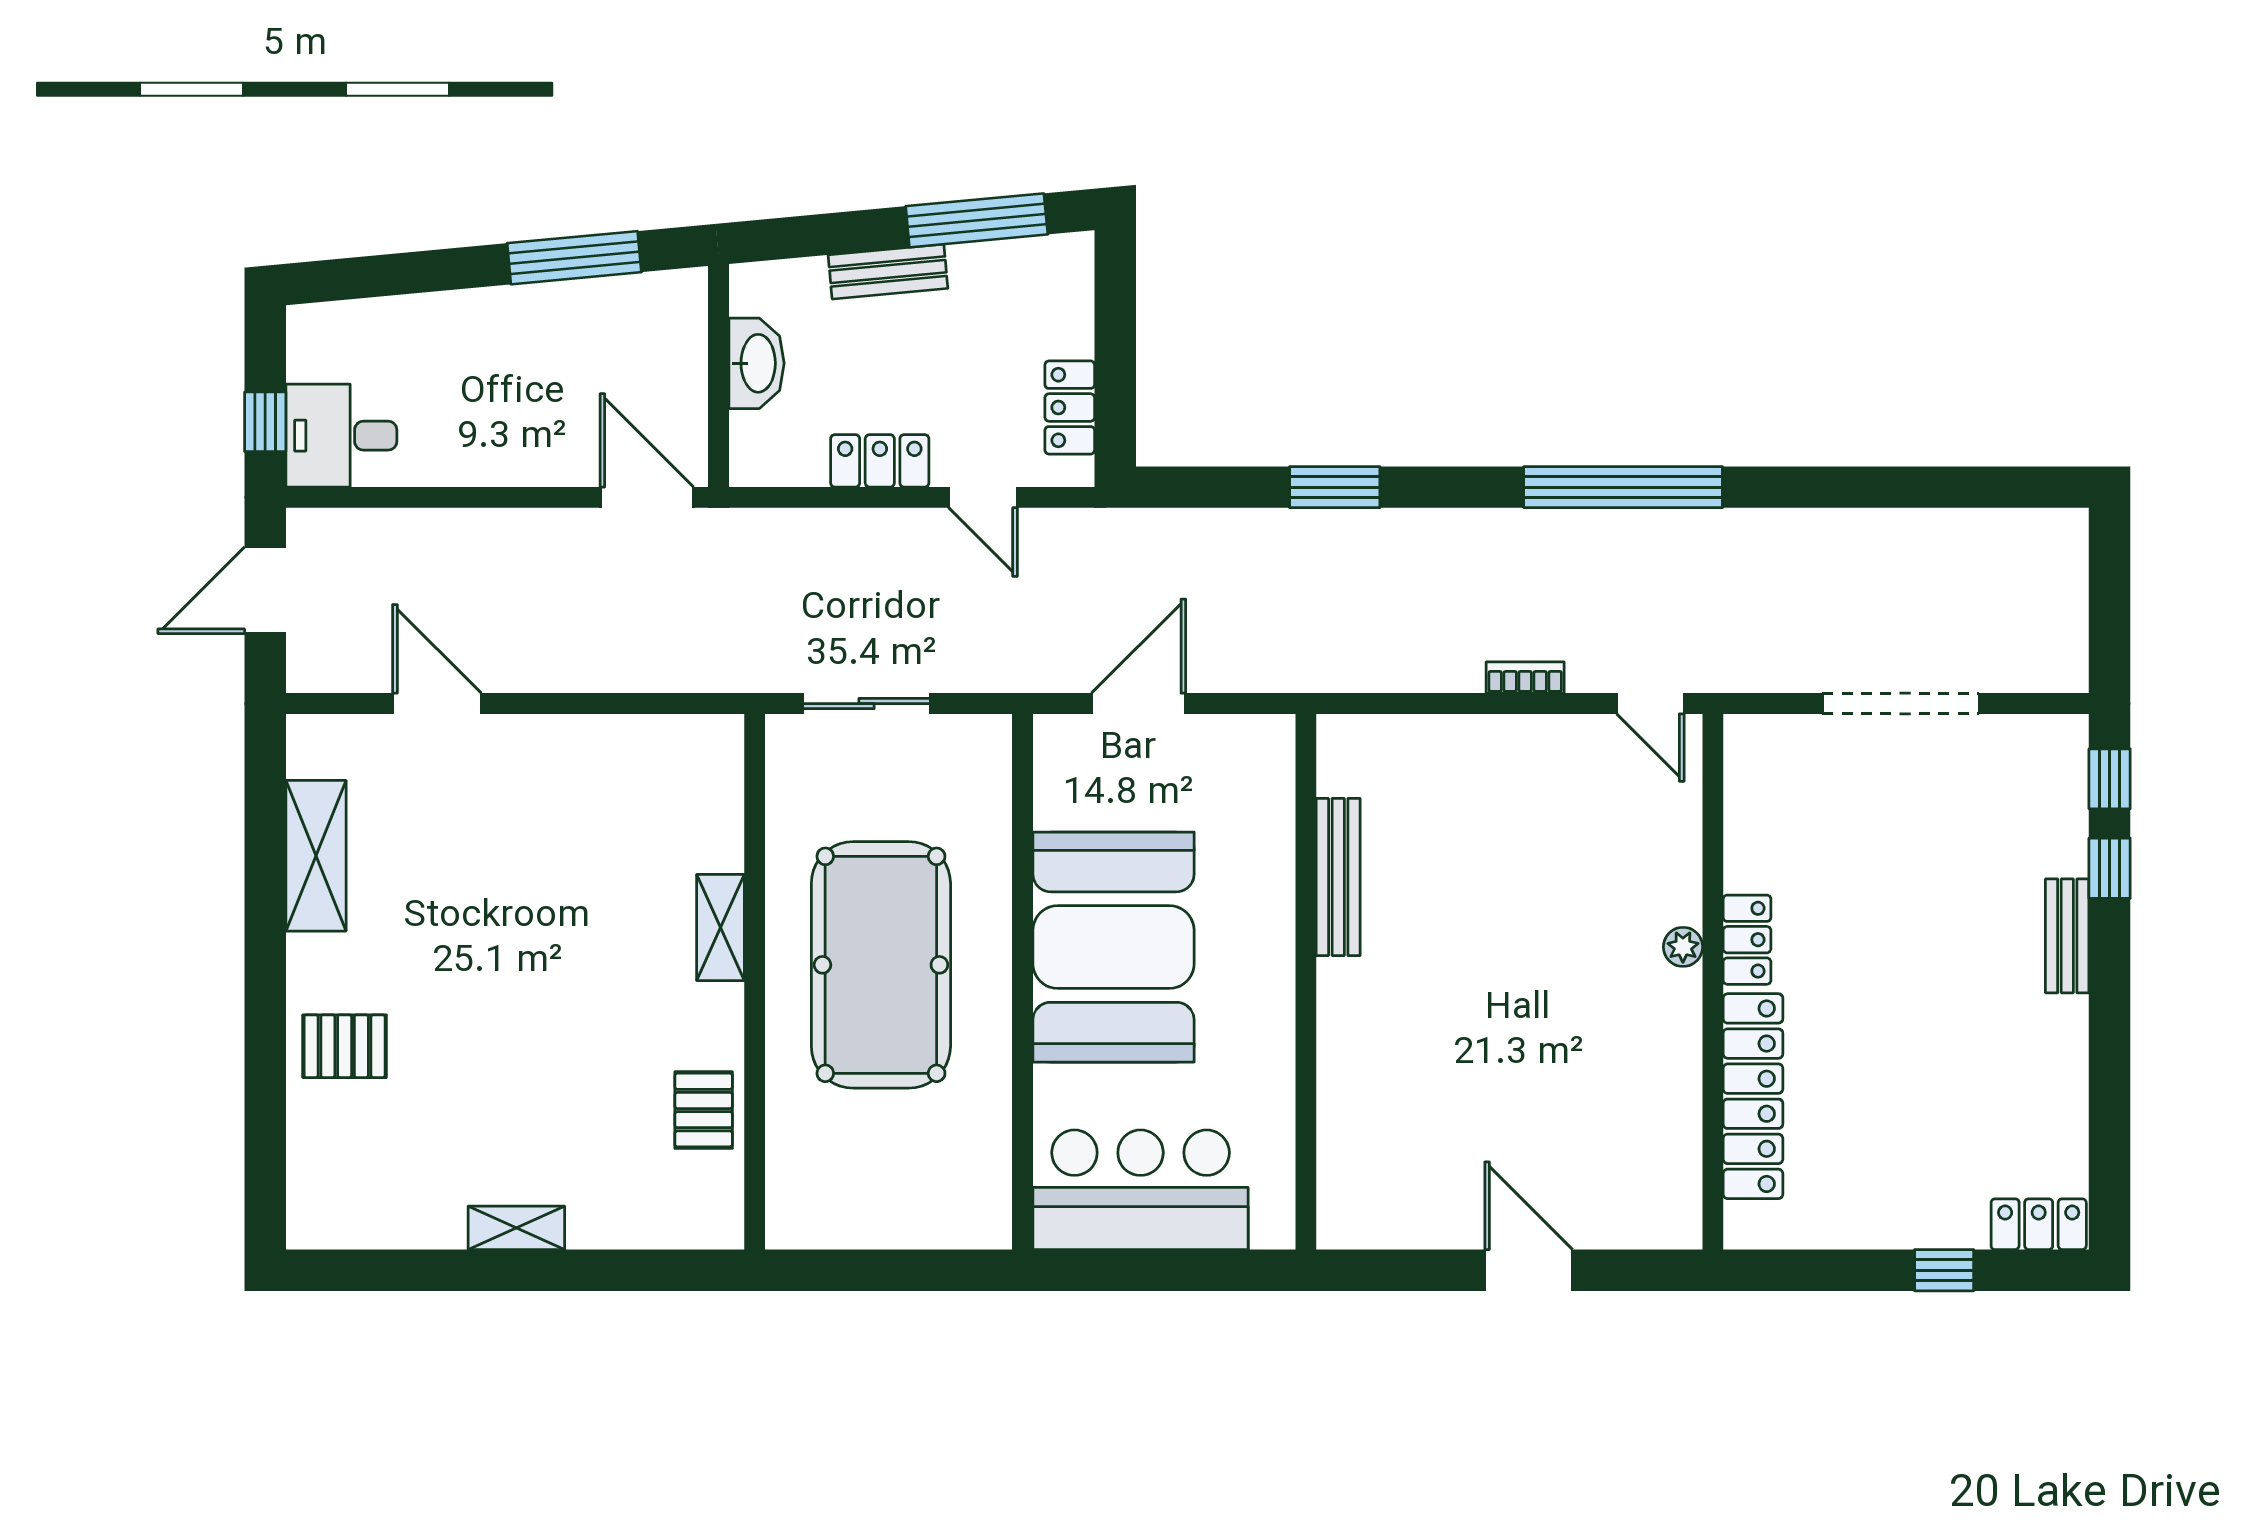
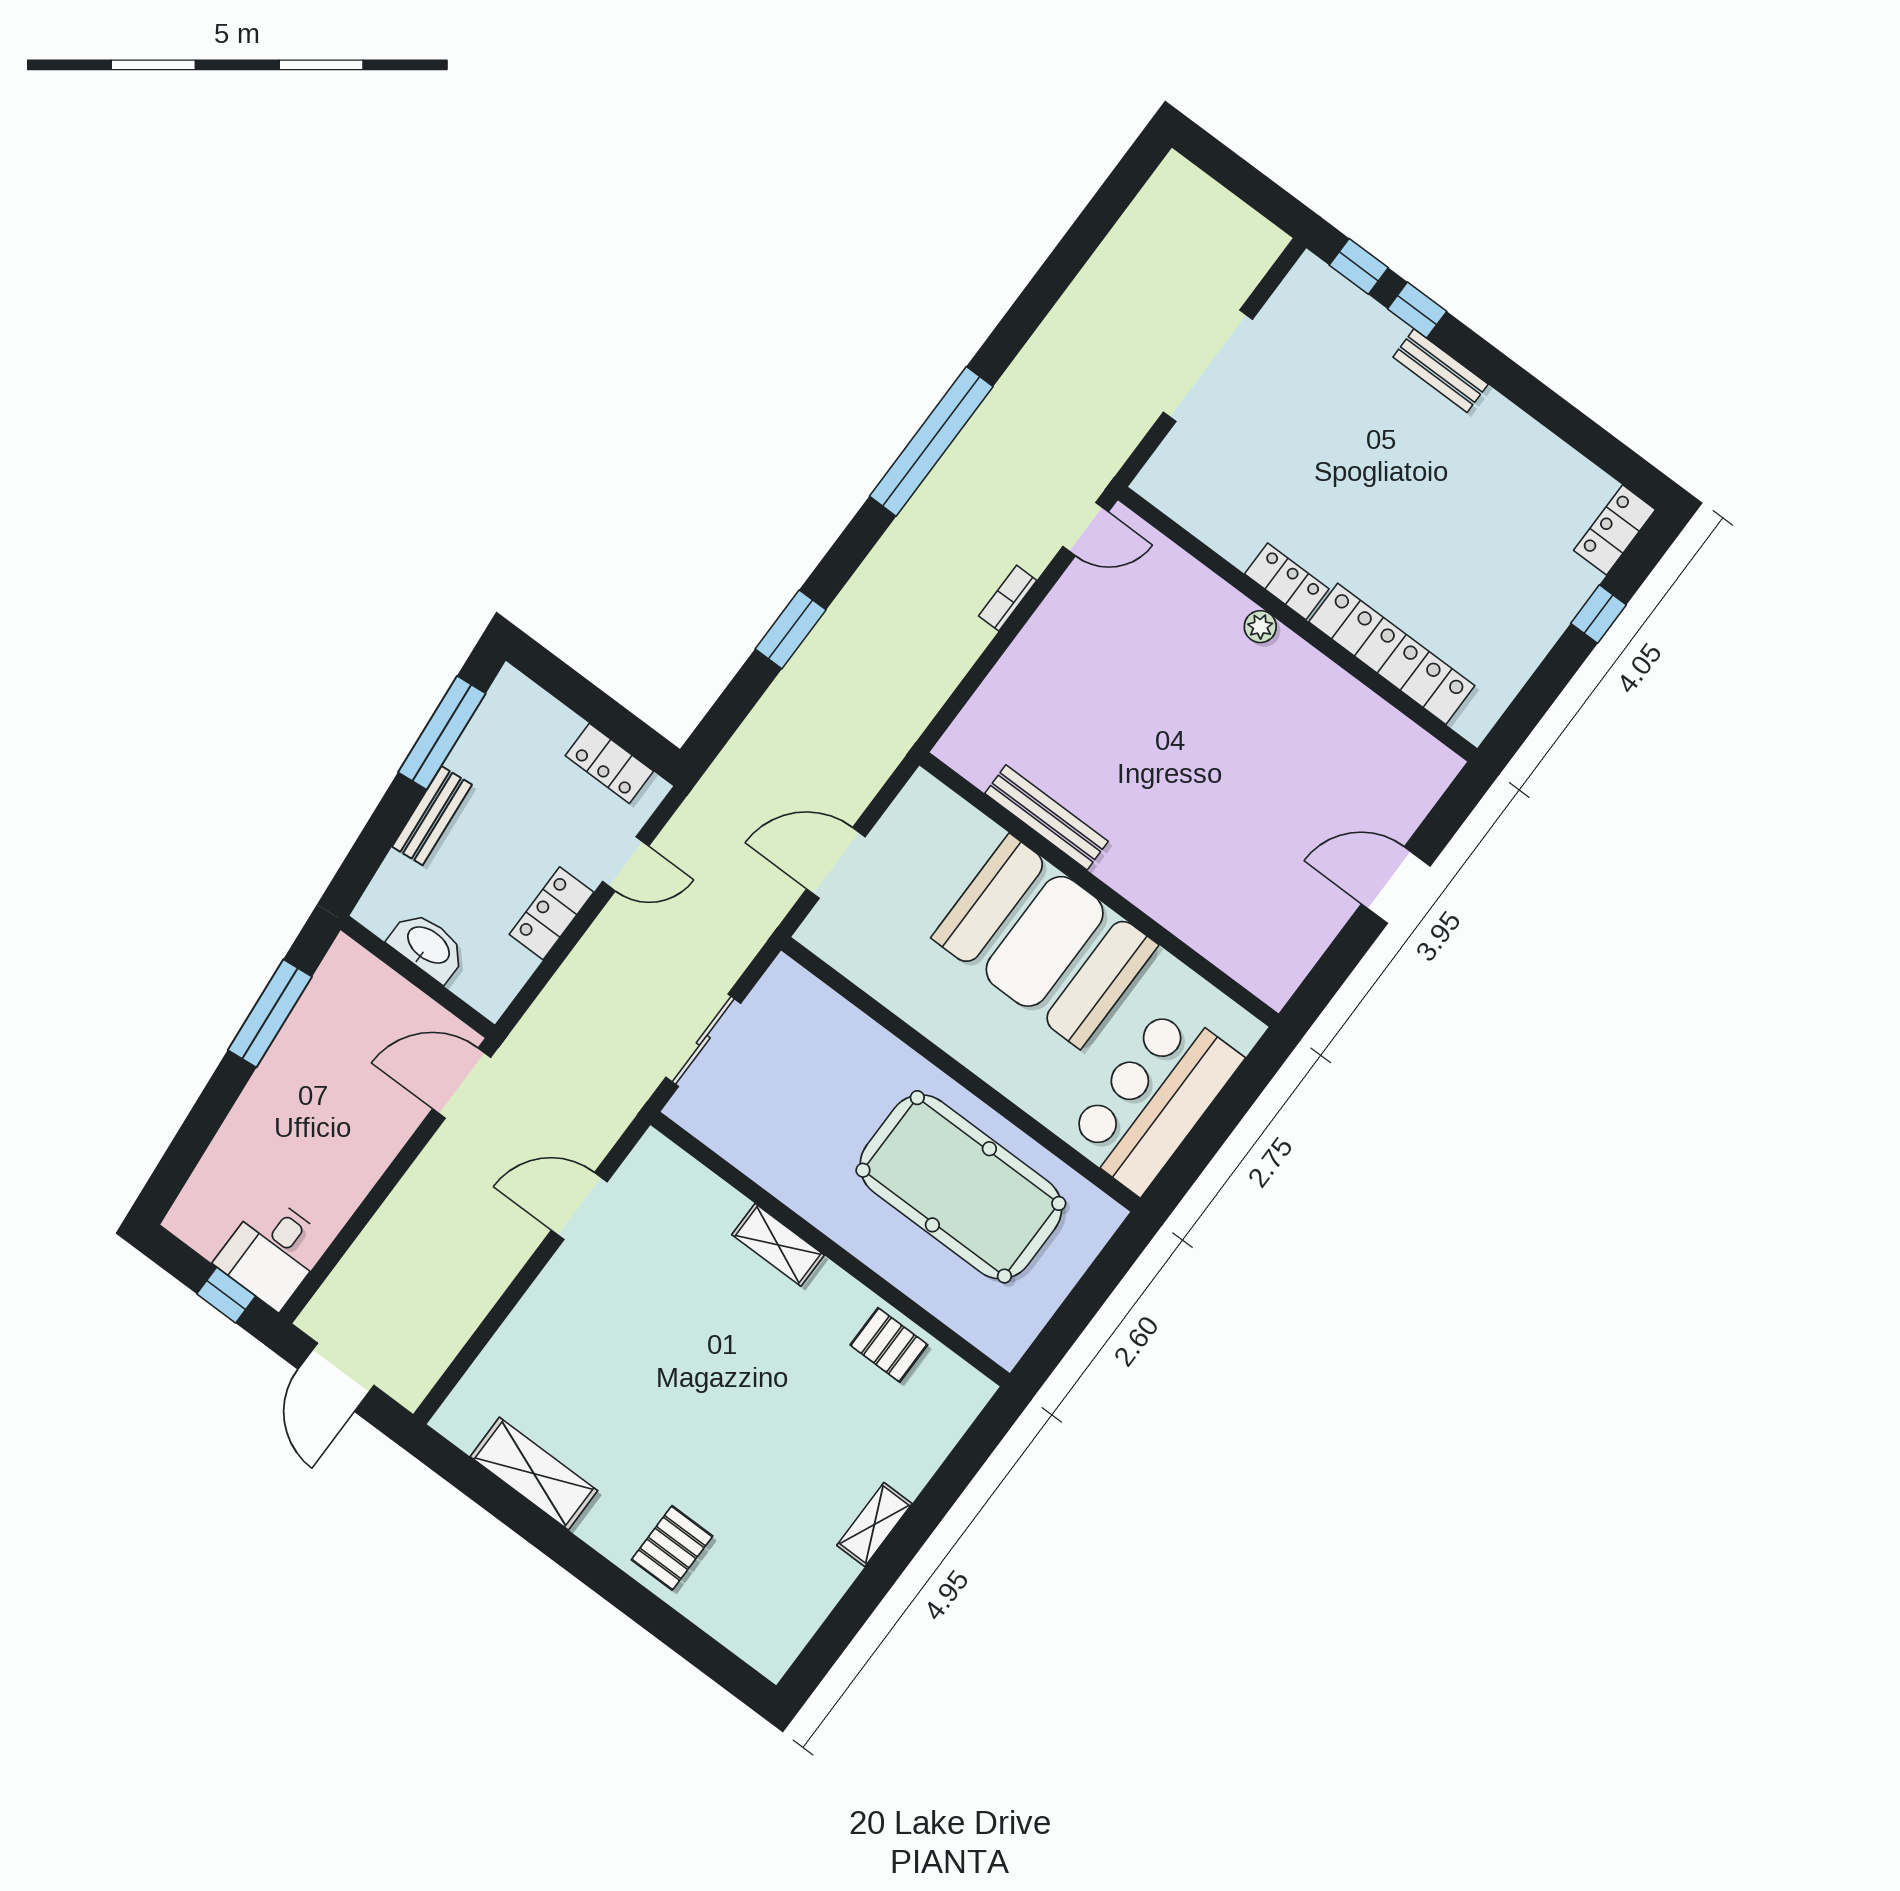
door: (437, 704) -> (579, 1206), moved
door: (1139, 704) -> (836, 863), hinge flipped
booth: (1113, 947) -> (1045, 941), moved
pool table: (881, 965) -> (961, 1187), moved

